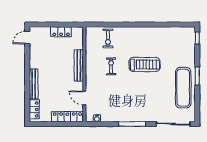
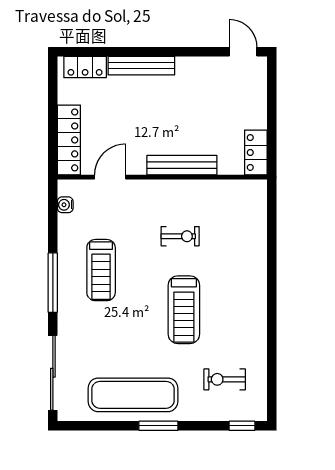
locker: (61, 32) -> (256, 152), moved
exercise bike: (108, 38) -> (225, 379), moved
treadmill: (127, 102) -> (101, 270), added

